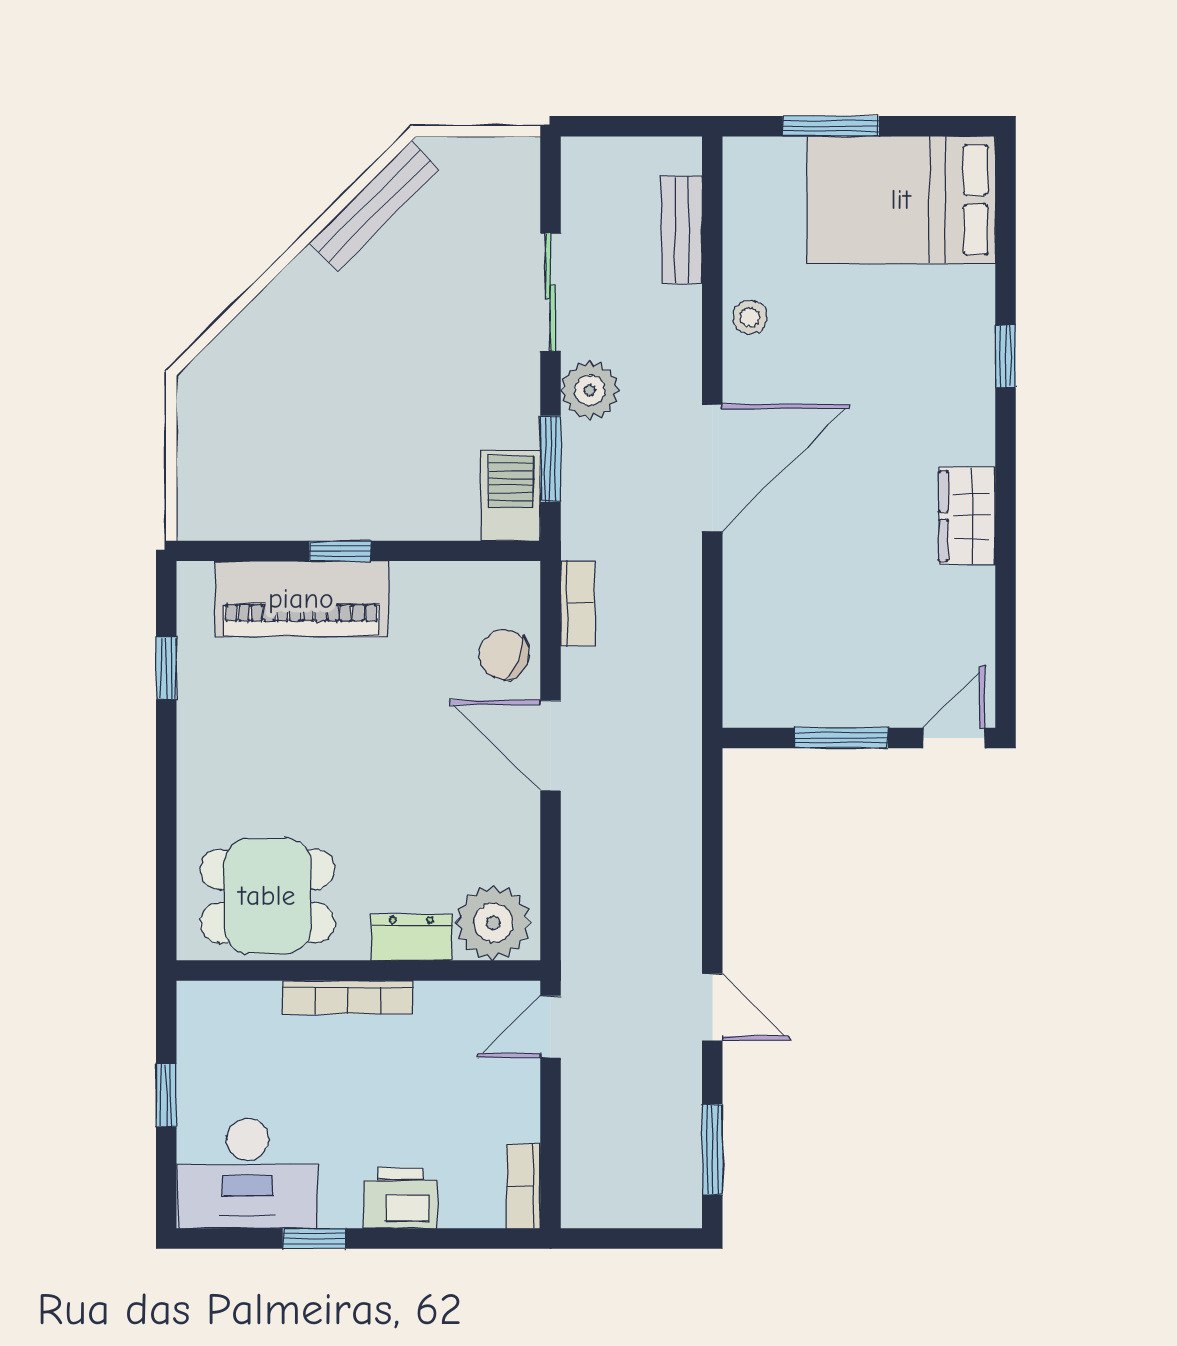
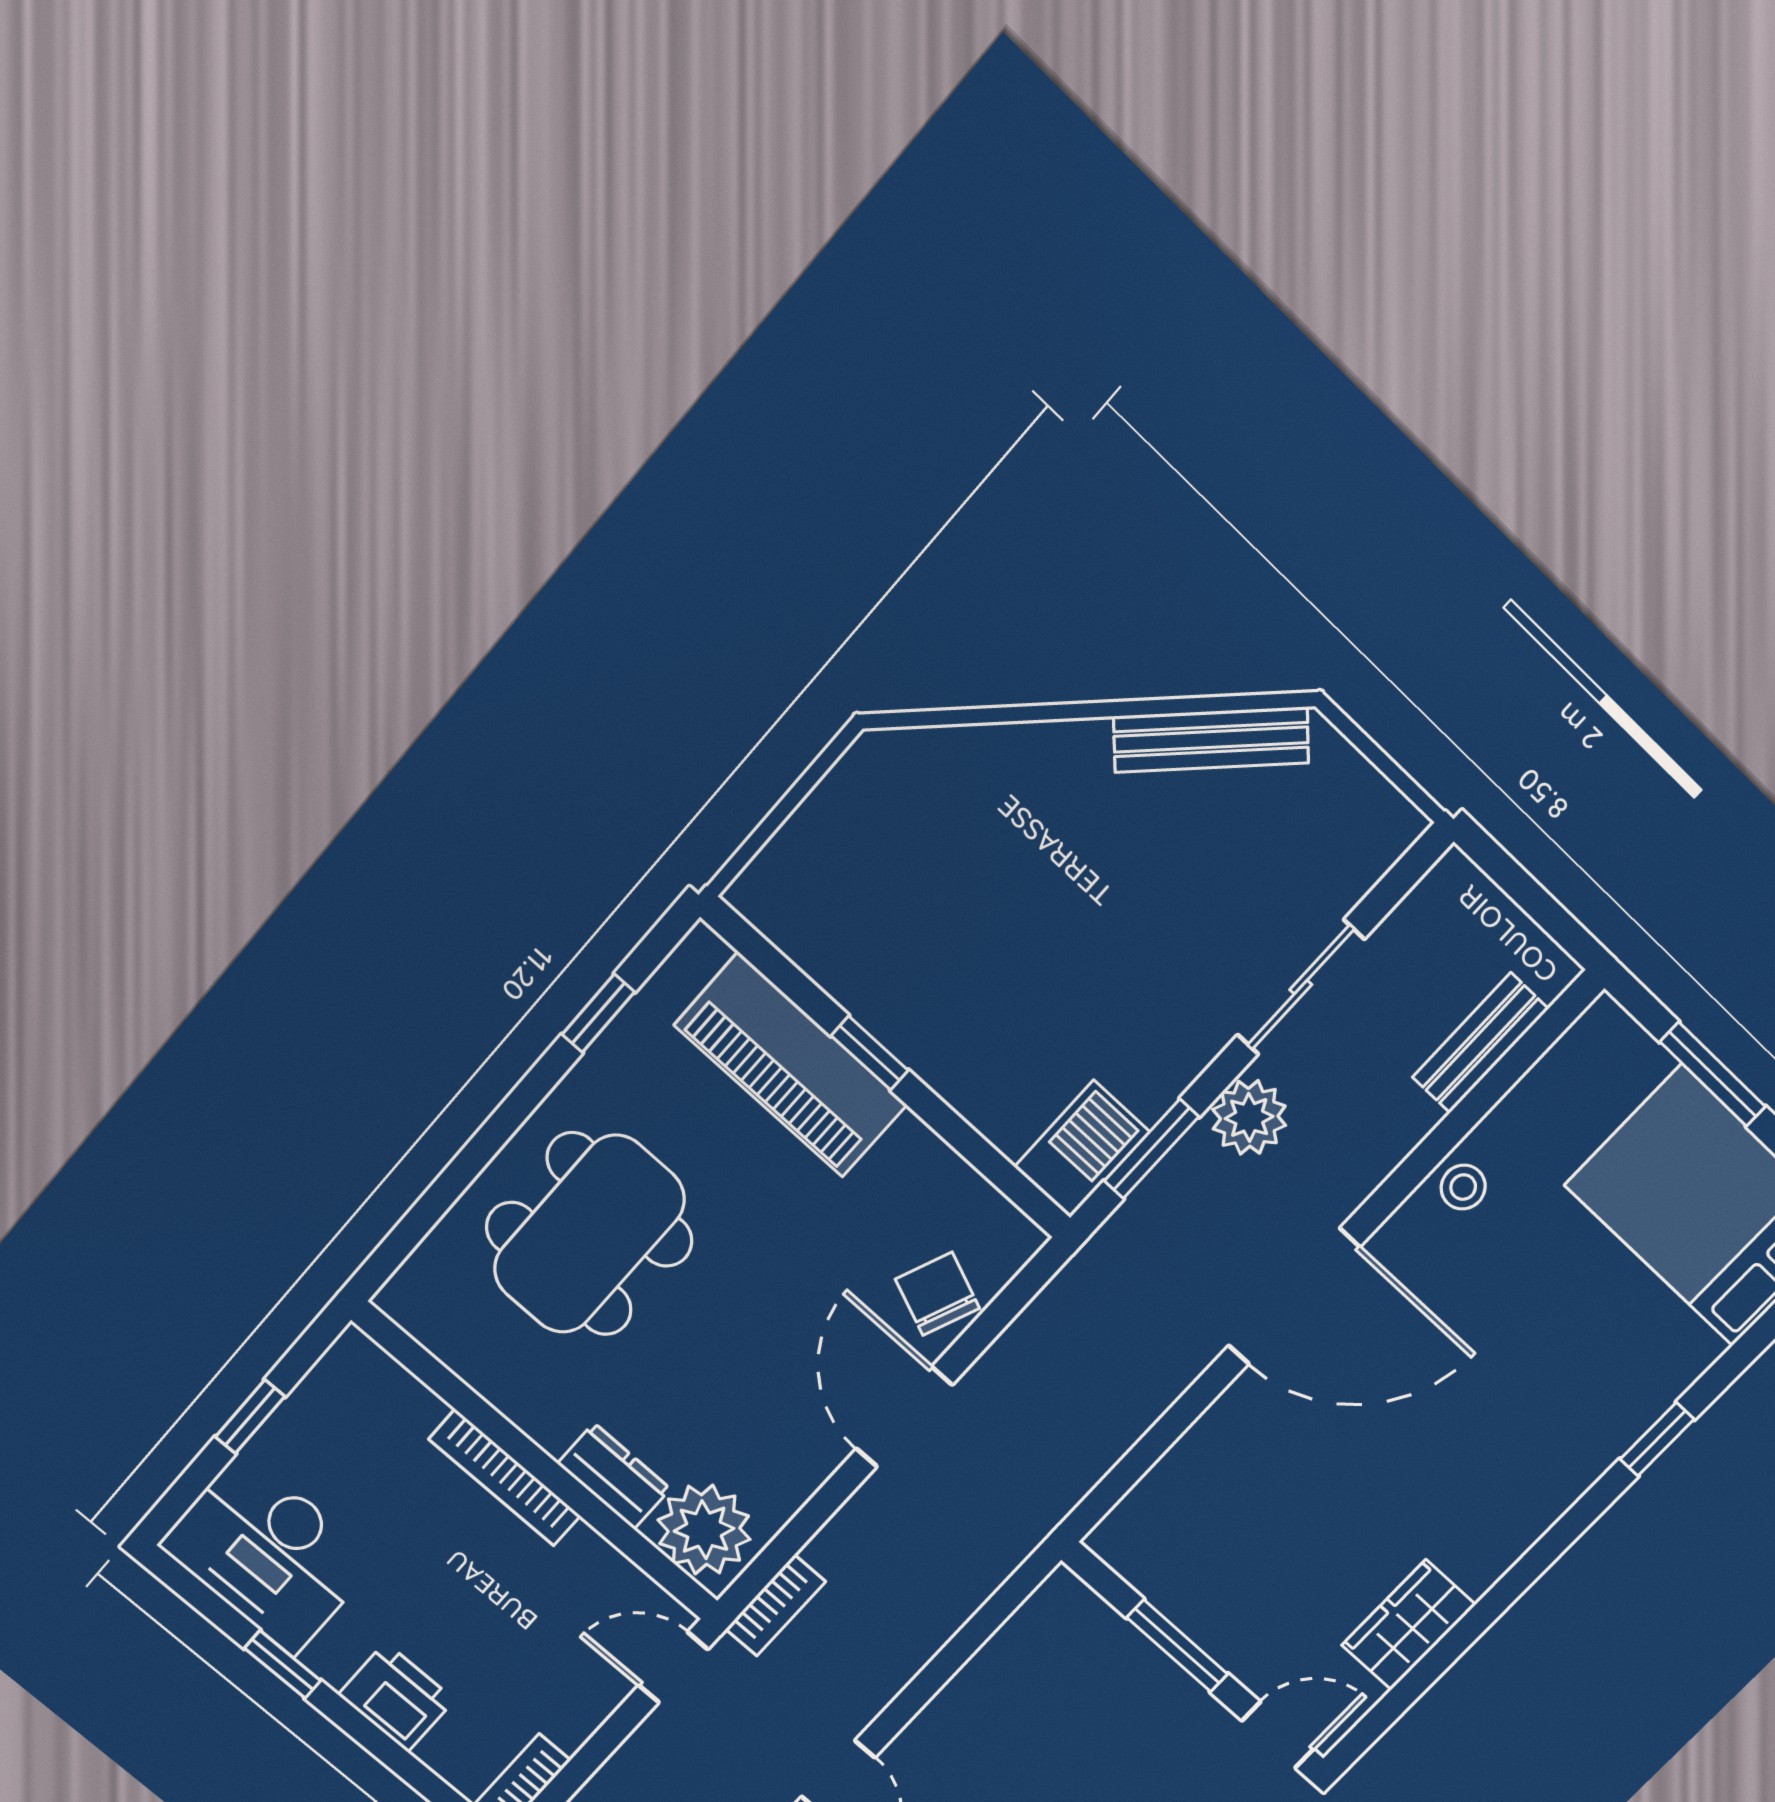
wardrobe: (967, 516) -> (1409, 1625), moved
bookcase: (578, 603) -> (775, 1605), moved
dining table: (267, 896) -> (589, 1234), moved, width x1.38

